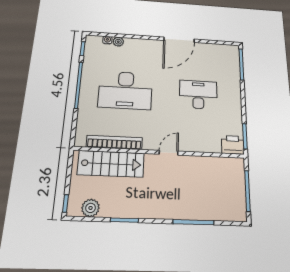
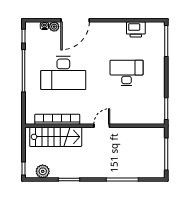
door: (179, 40) -> (75, 20), moved
printer: (233, 145) -> (136, 29), moved, turned 180

